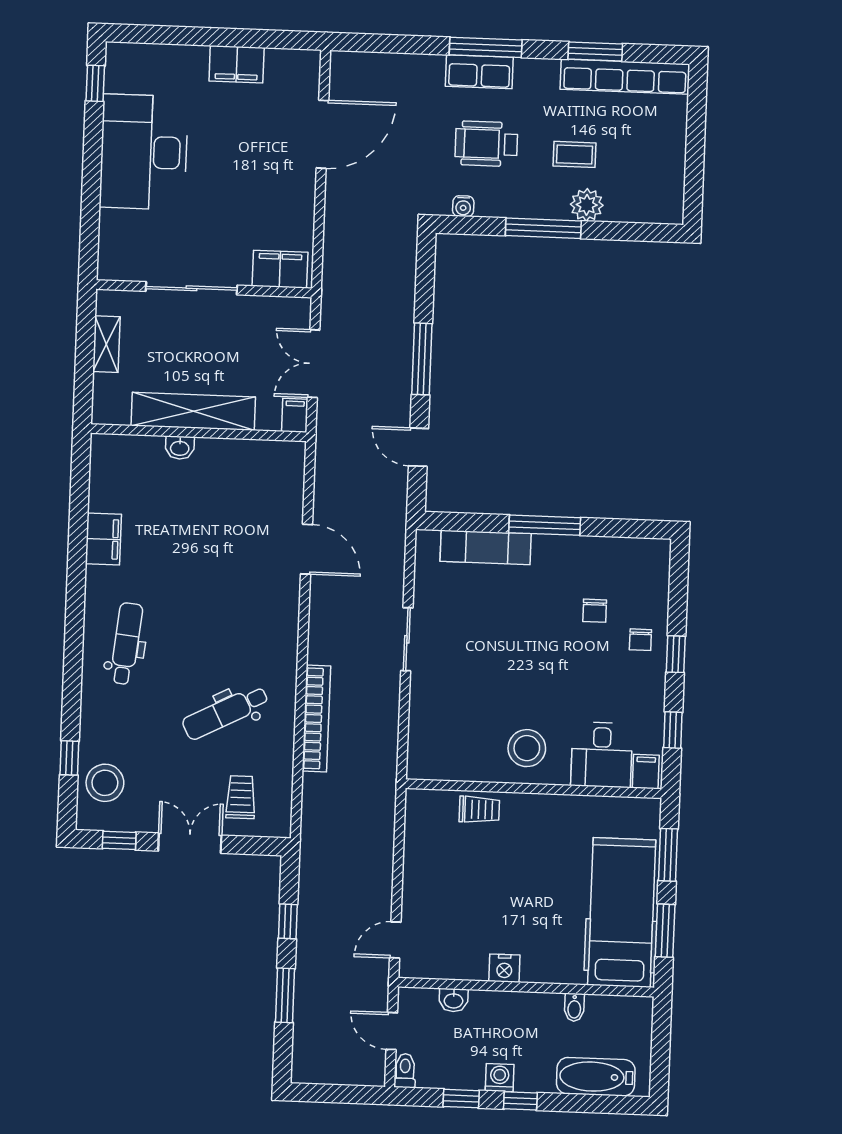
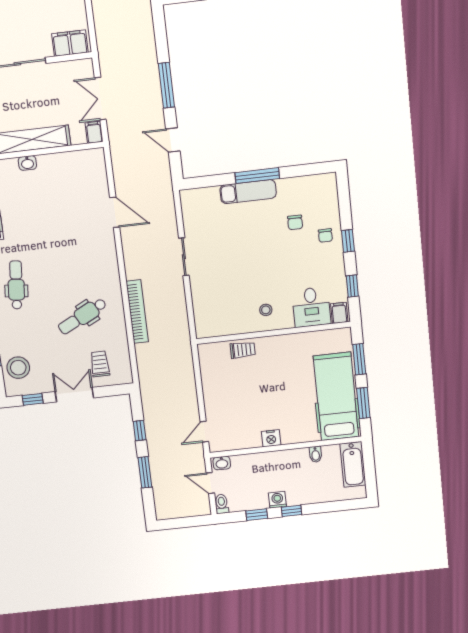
exam couch: (486, 547) -> (248, 192), moved
stool: (527, 748) -> (266, 310), width x0.53, depth x0.53
washbasin: (454, 1000) -> (222, 463), moved
bathtub: (596, 1077) -> (353, 464), moved, turned -90

